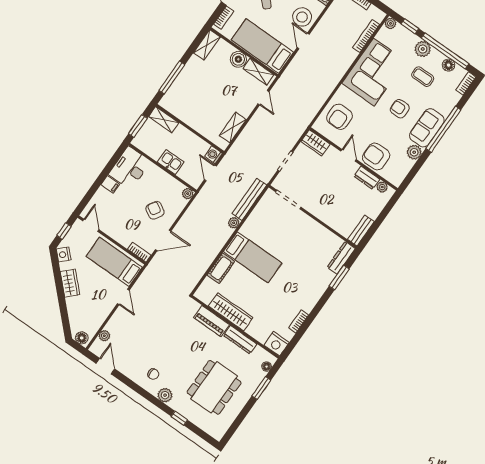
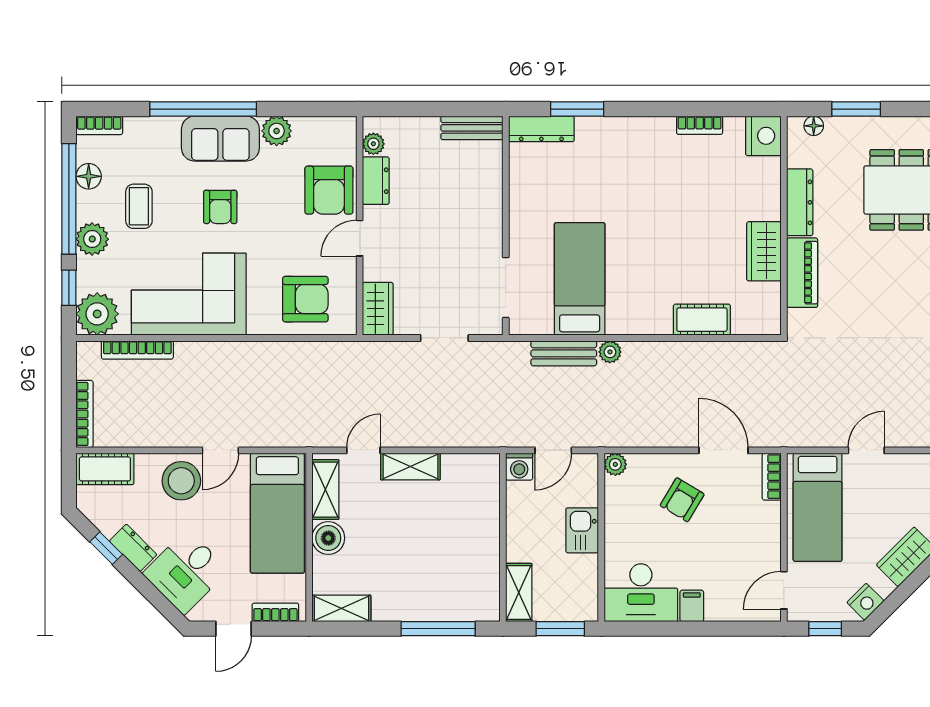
plant: (390, 23) -> (97, 314), width x1.88, depth x1.88
shelving: (233, 128) -> (410, 467), moved
bench: (249, 199) -> (564, 353), width x0.73
bed: (253, 257) -> (580, 279), moved
wardrobe: (231, 312) -> (764, 251), width x0.67

